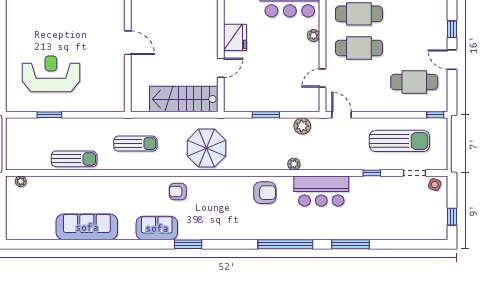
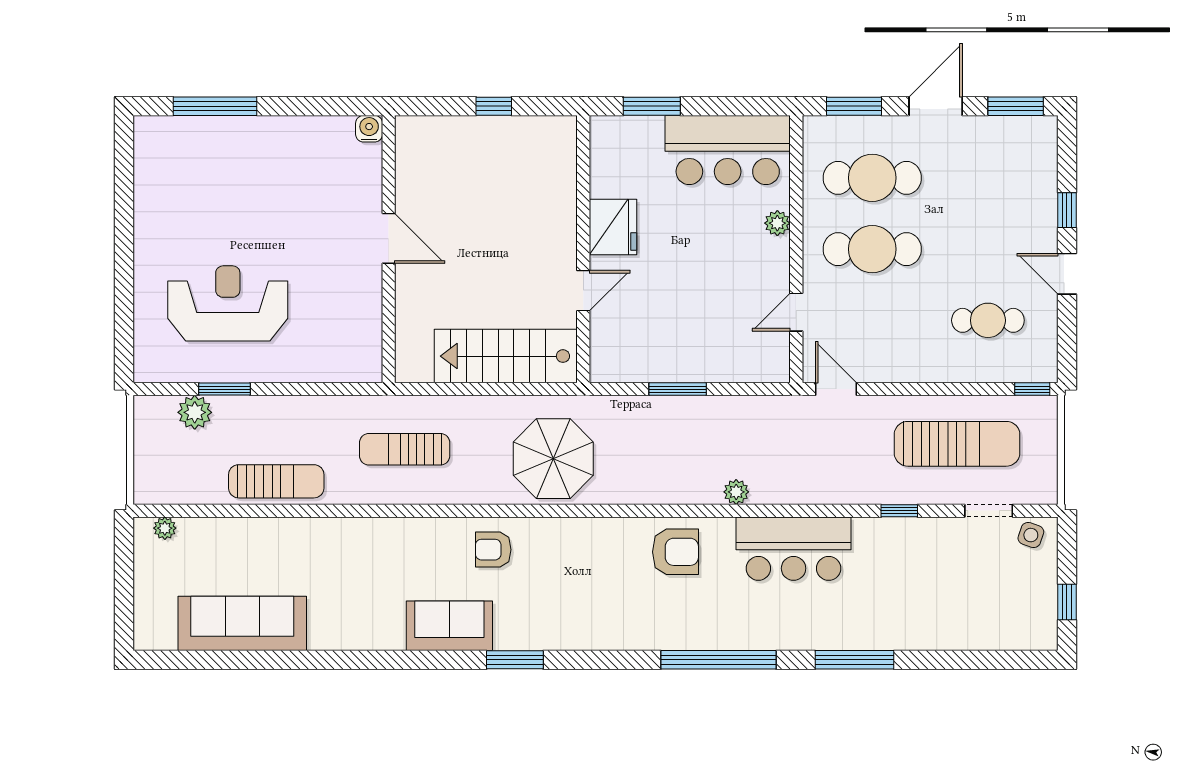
cafe table: (414, 82) -> (988, 320), width x0.73, depth x0.74
plant: (302, 126) -> (195, 412), moved
sun lounger: (135, 144) -> (405, 449), turned 180
sofa: (87, 227) -> (242, 623), moved

